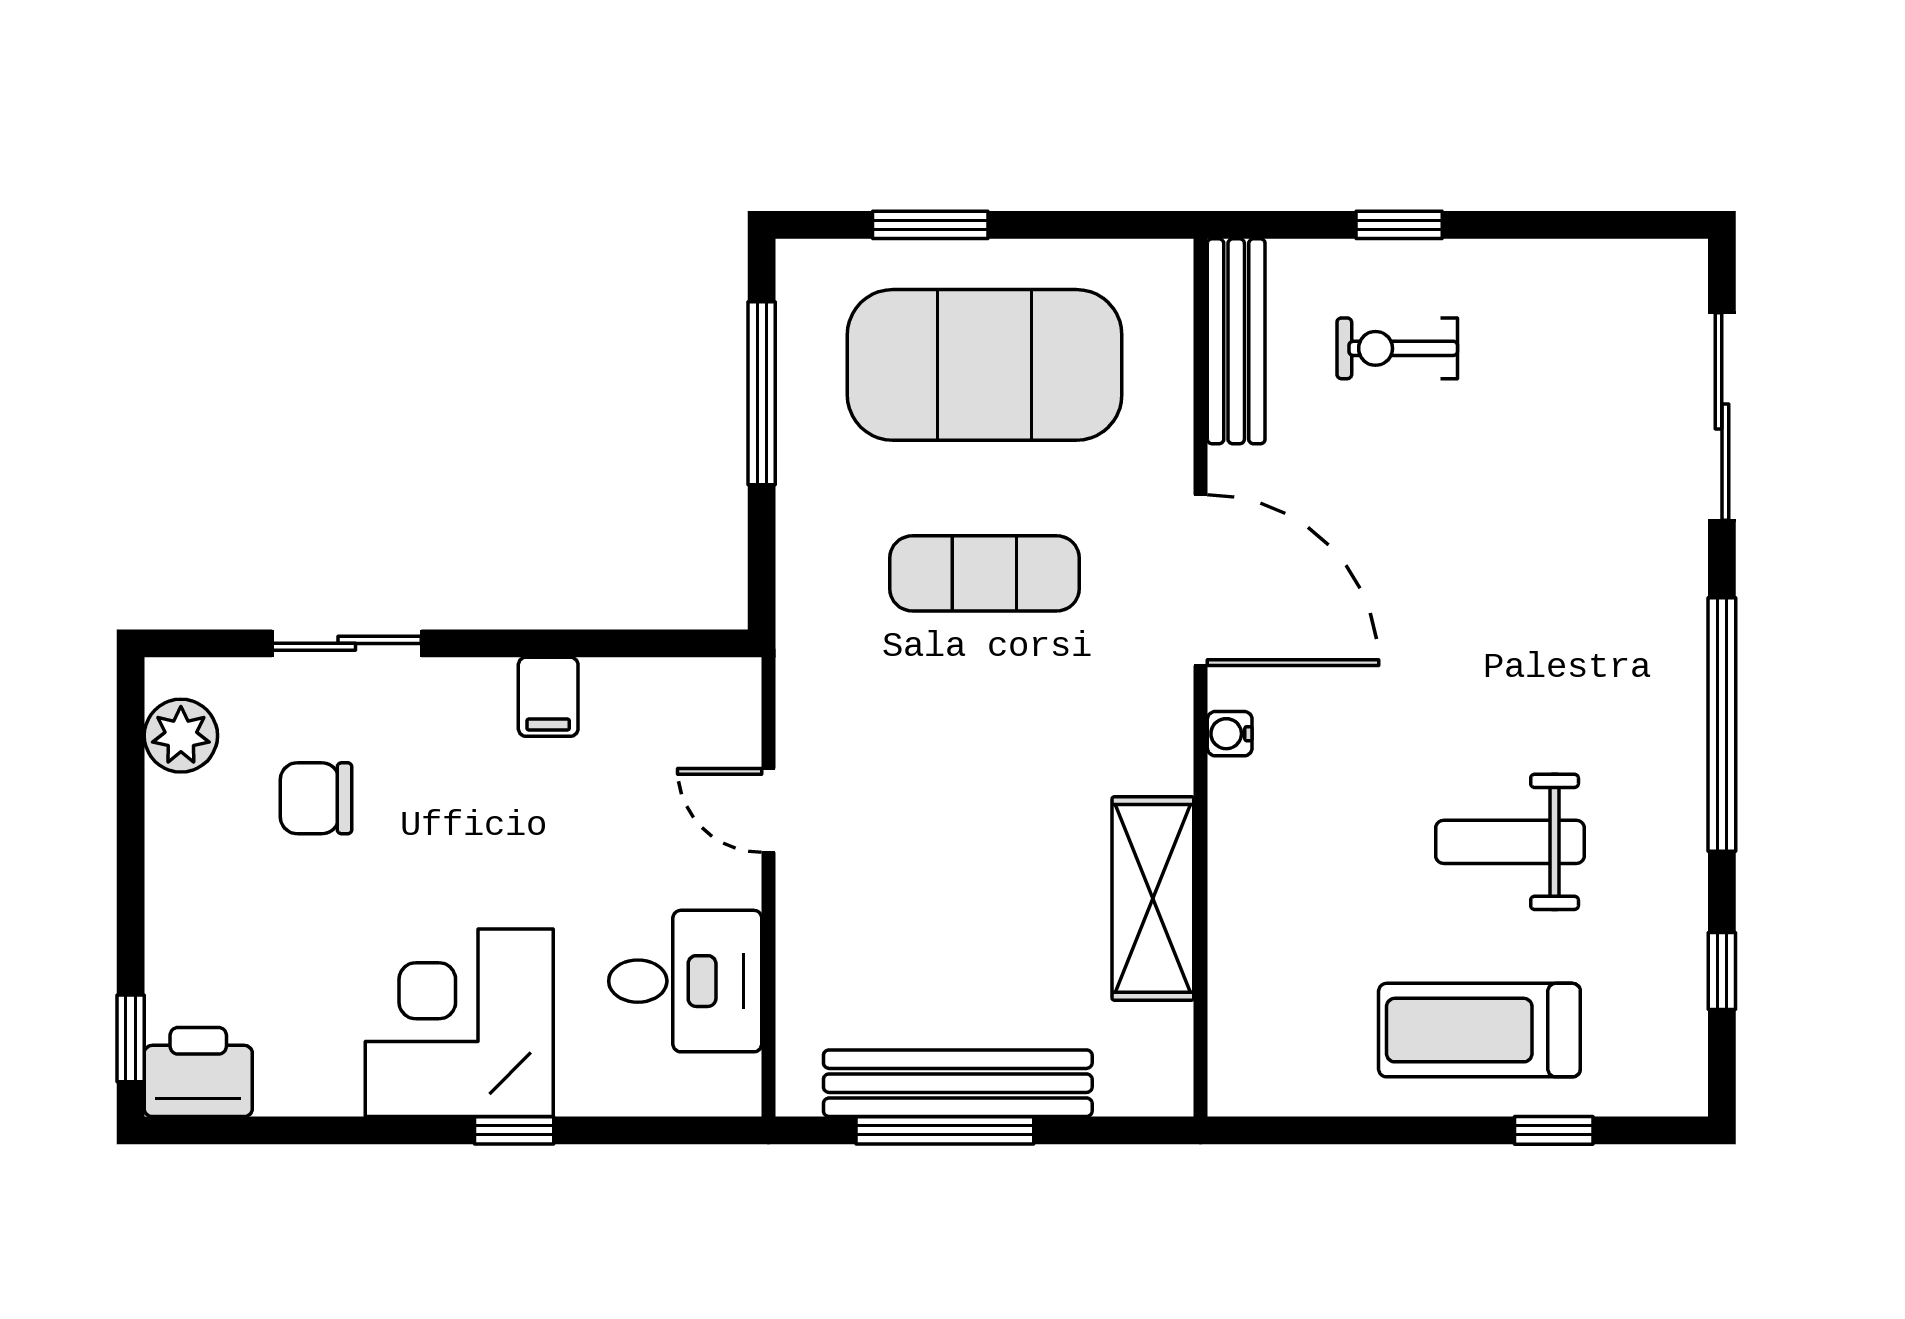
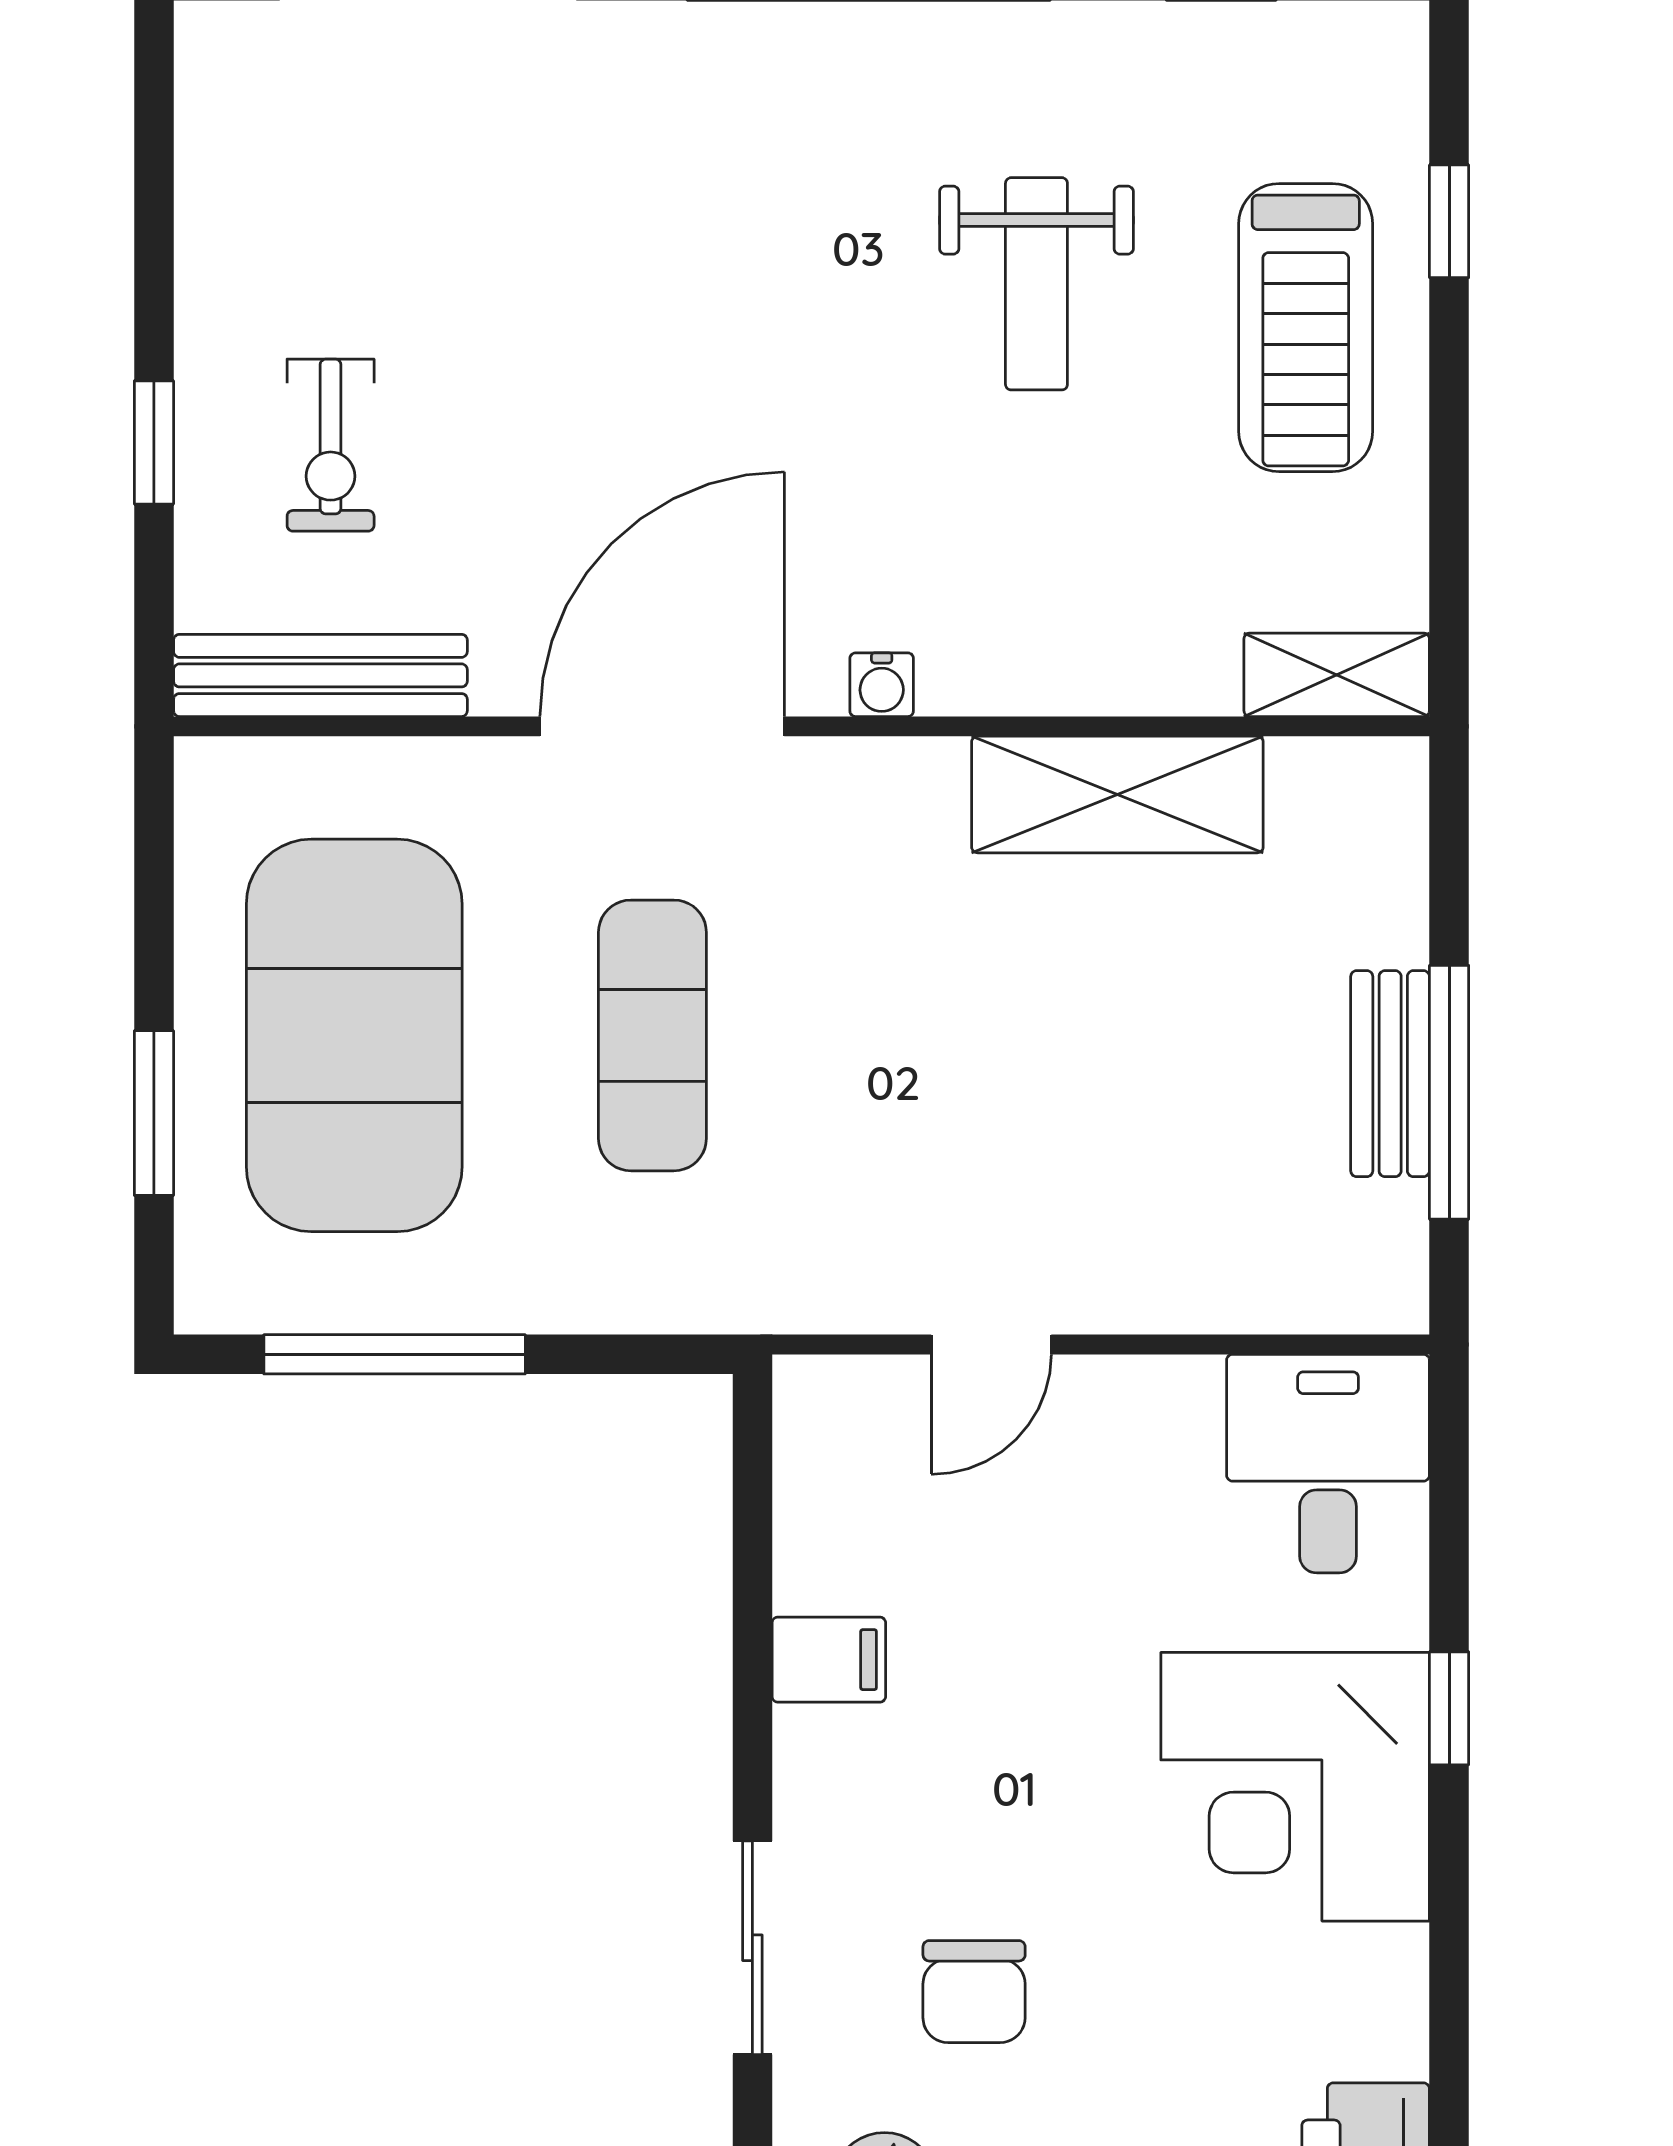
desk: (685, 981) -> (1328, 1464), moved
shelving: (1237, 1052) -> (1337, 675), added
bench: (958, 1083) -> (1390, 1074), width x0.54, depth x0.82

